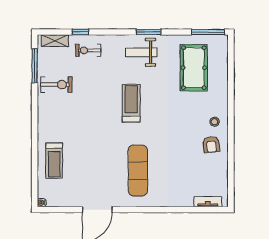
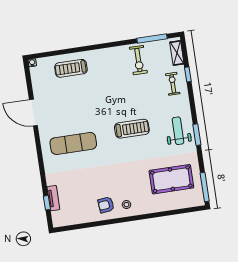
tv unit: (208, 202) -> (53, 198), moved
window: (199, 210) -> (47, 203), added

